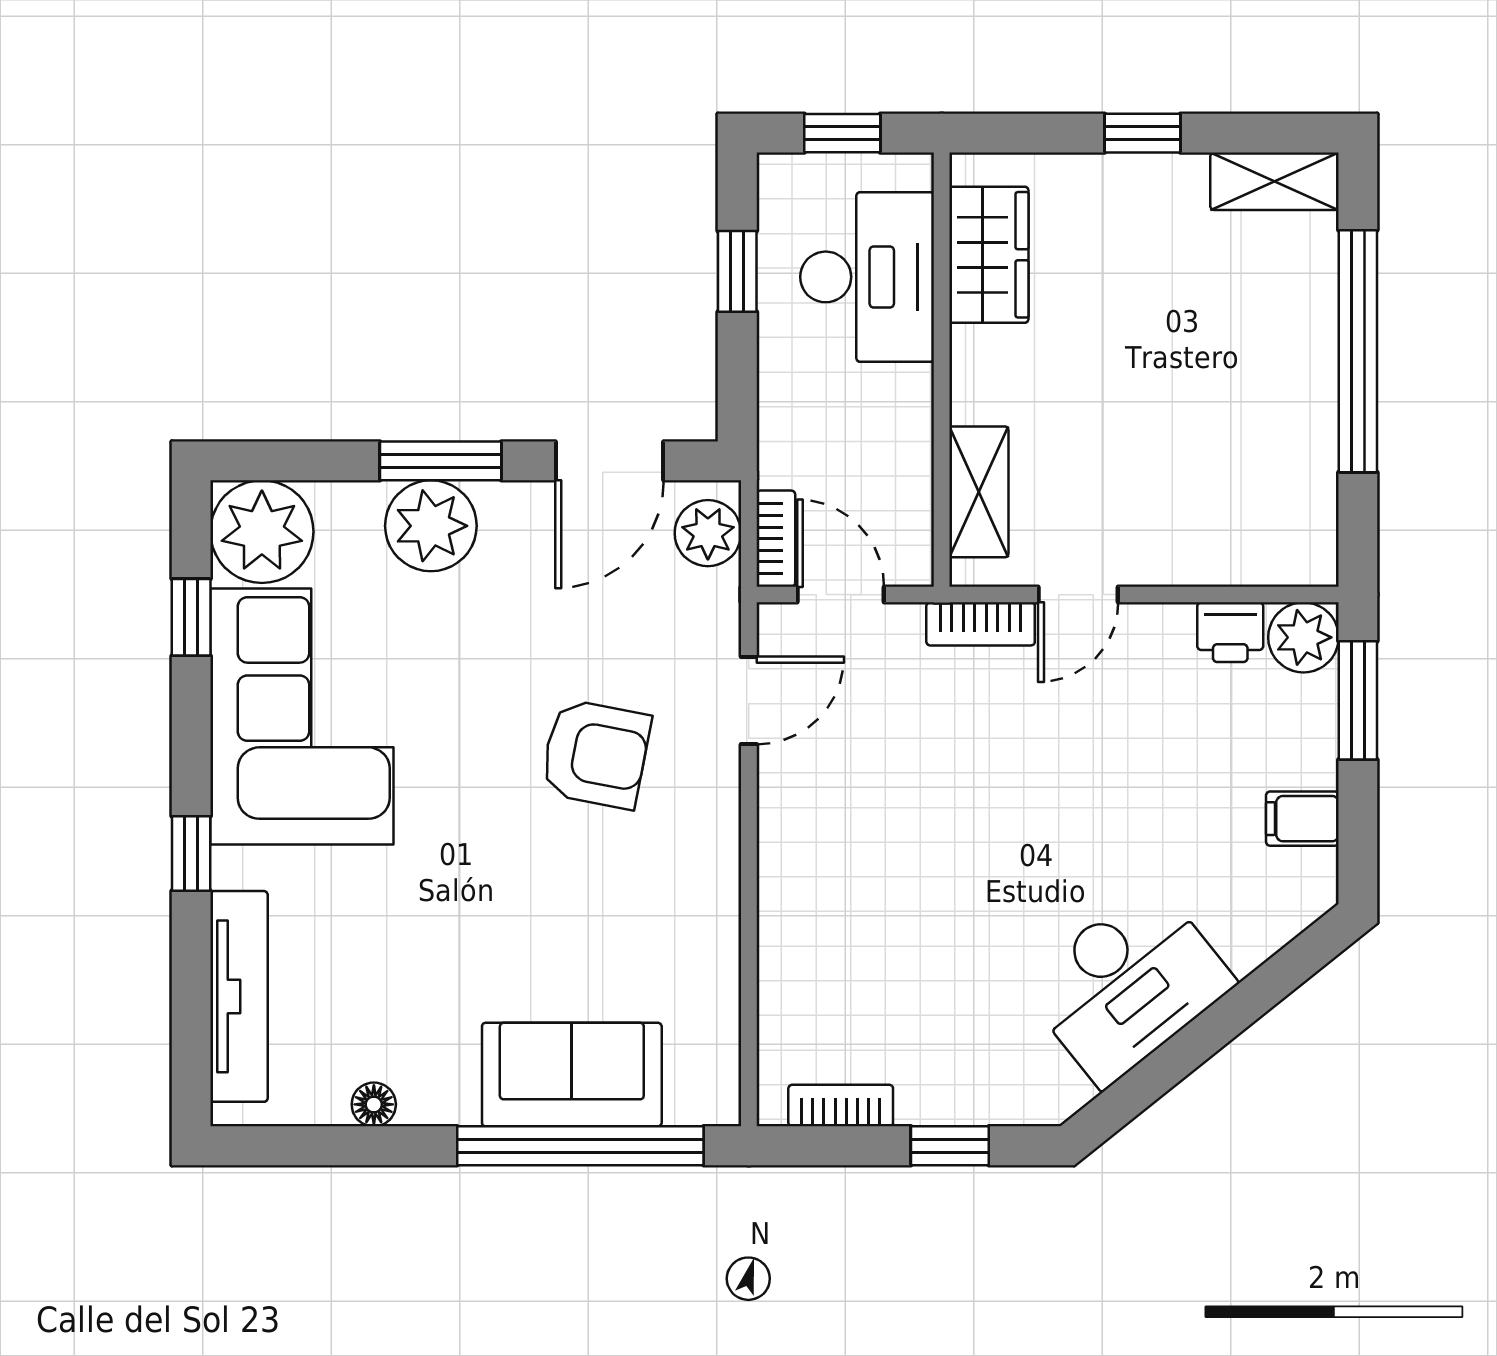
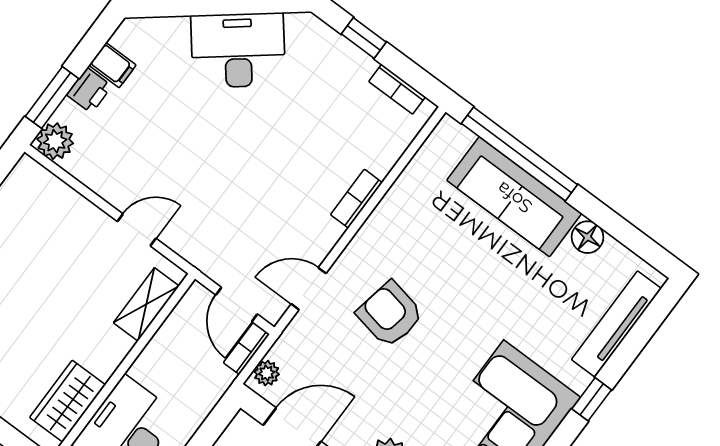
plant: (708, 533) -> (267, 373), width x0.73, depth x0.73
bookcase: (981, 624) -> (356, 199), moved, turned -90
printer: (1230, 632) -> (89, 91), moved, turned 90
sofa: (572, 1075) -> (514, 197), width x1.36
floor lamp: (374, 1104) -> (588, 237), width x1.37, depth x1.37

